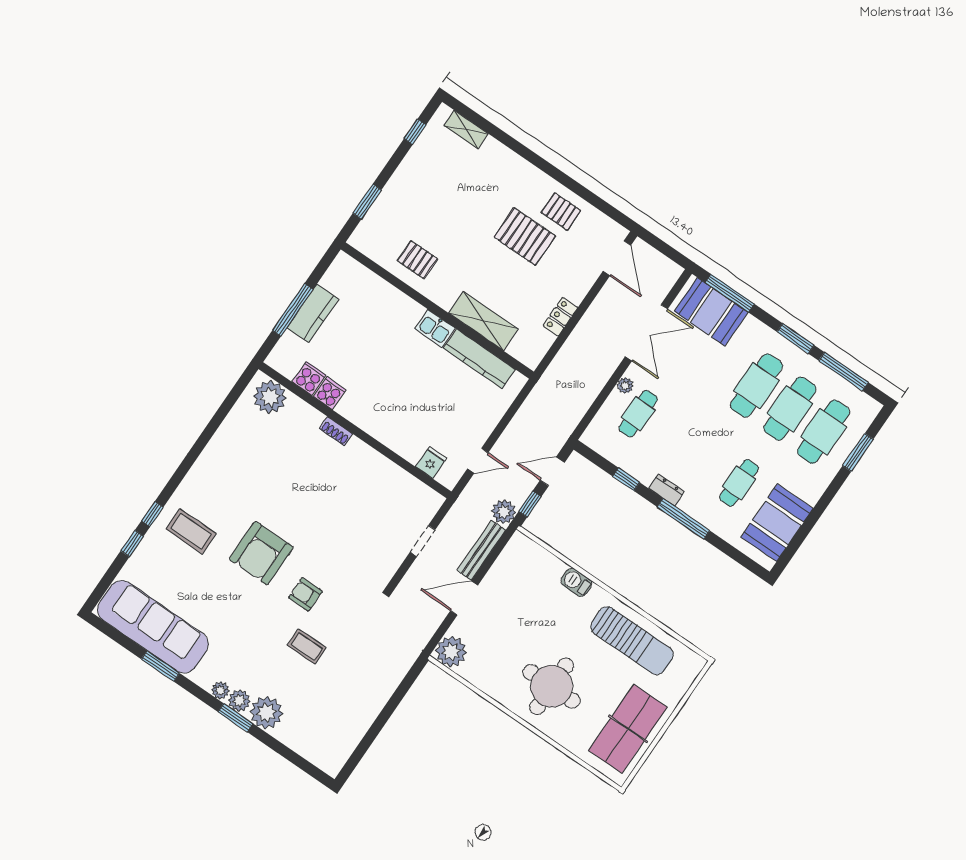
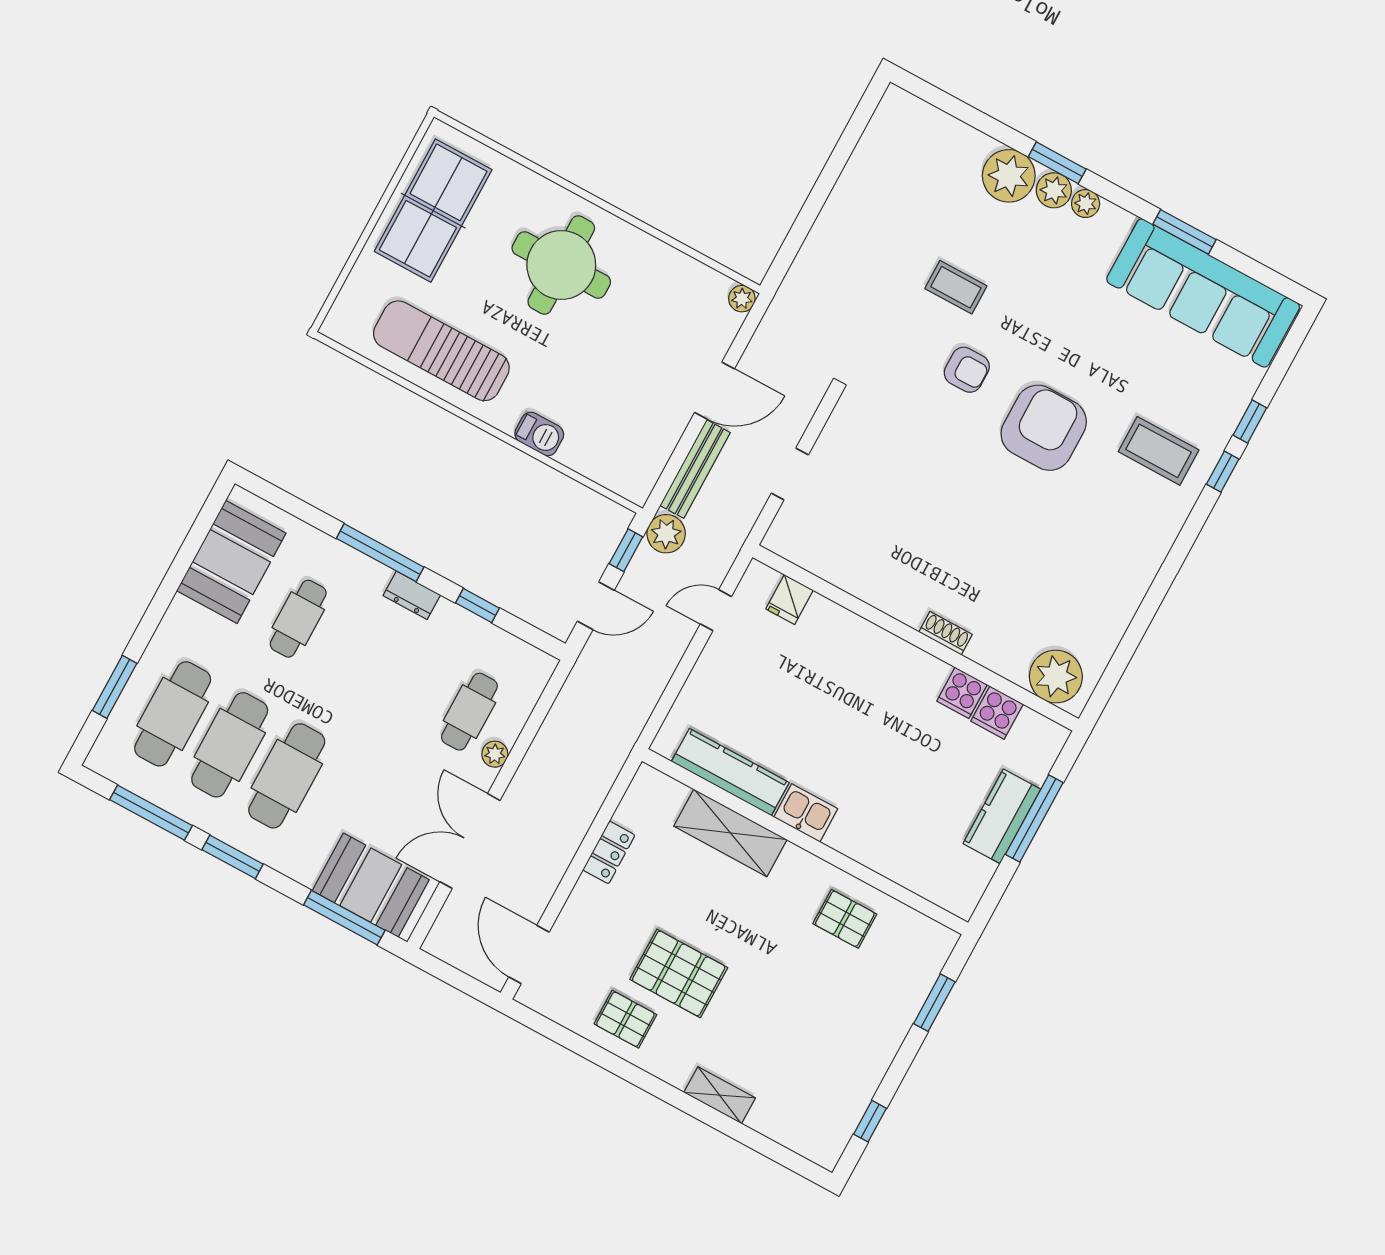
shelving: (466, 130) -> (720, 1095), moved
plant: (451, 652) -> (742, 299), width x0.53, depth x0.53

